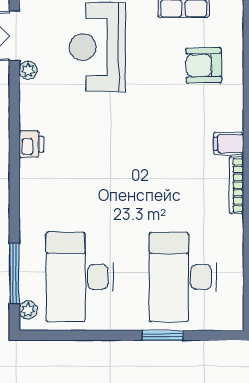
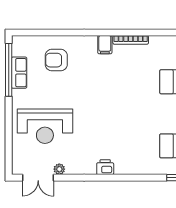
armchair: (204, 65) -> (56, 60), turned 91

